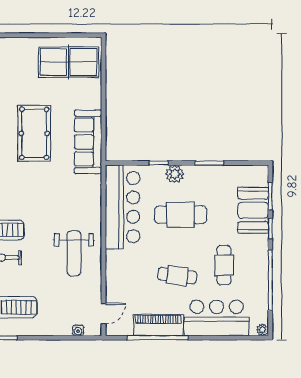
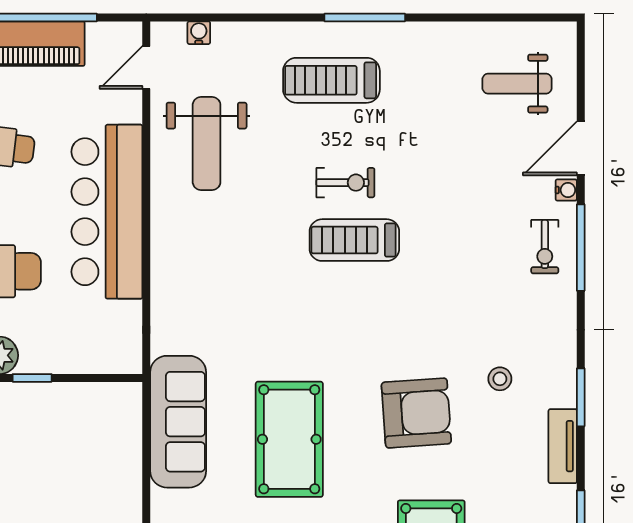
bar counter: (123, 207) -> (107, 212), moved
weight bench: (74, 253) -> (207, 143), moved, turned 180

